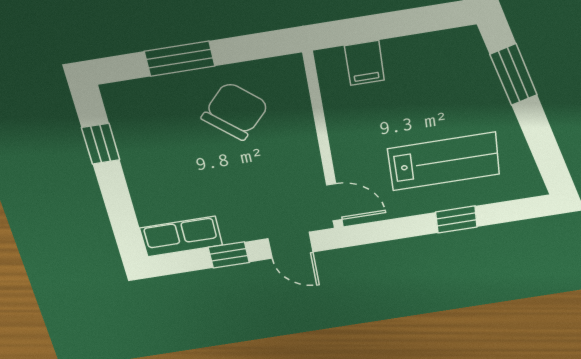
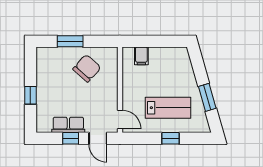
window: (514, 75) -> (207, 97), moved
window: (101, 144) -> (30, 95), moved
row of seats: (181, 237) -> (68, 125), moved

